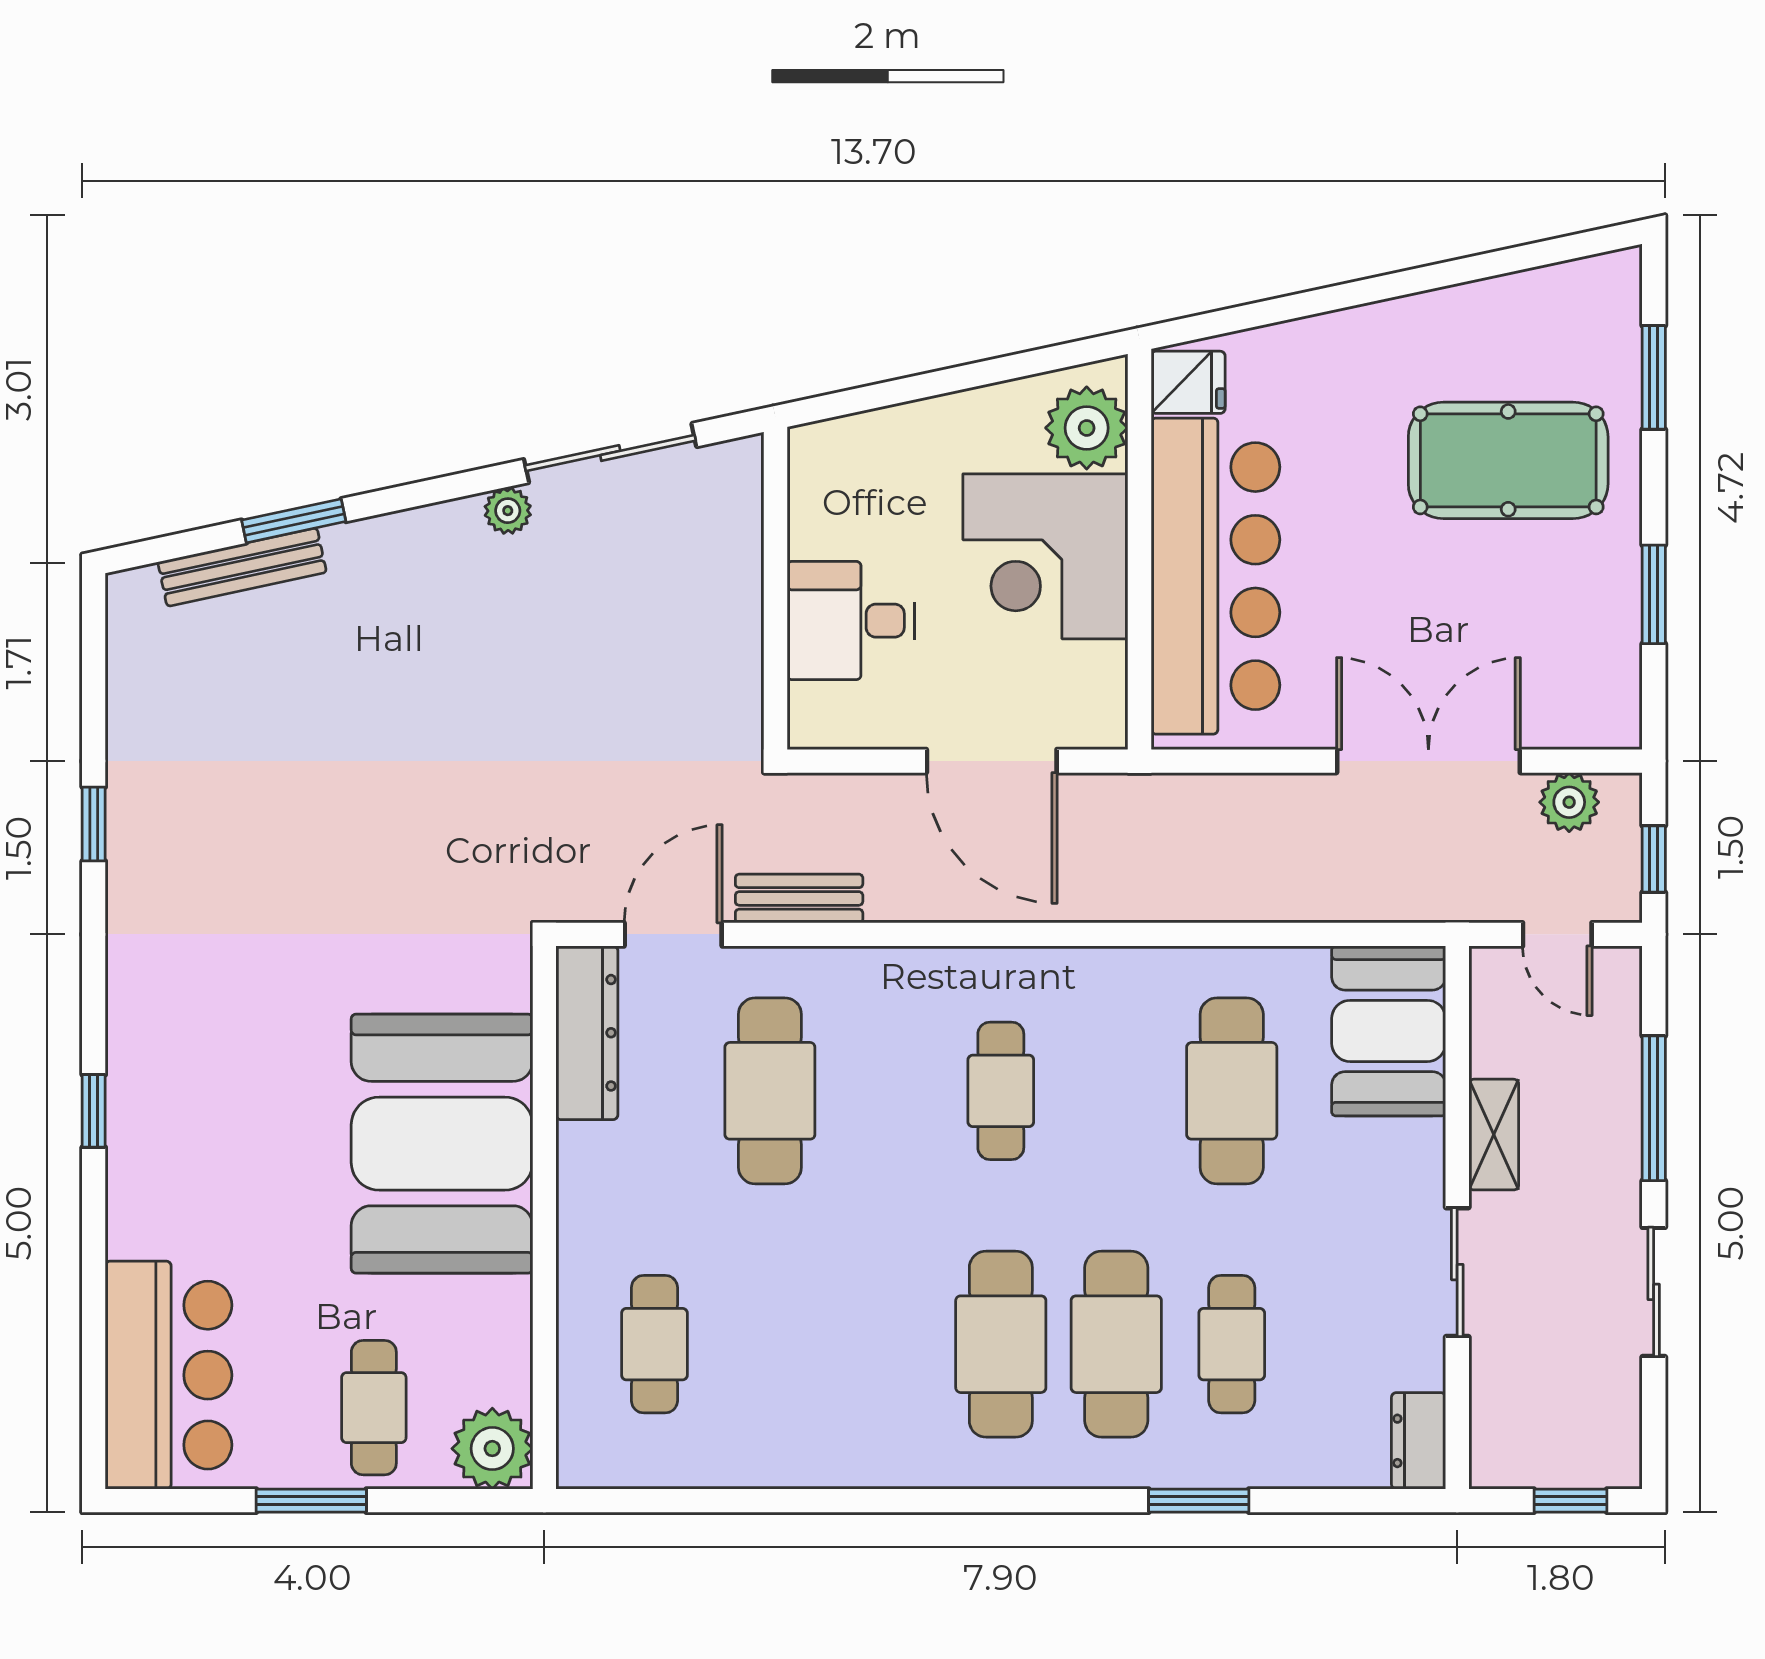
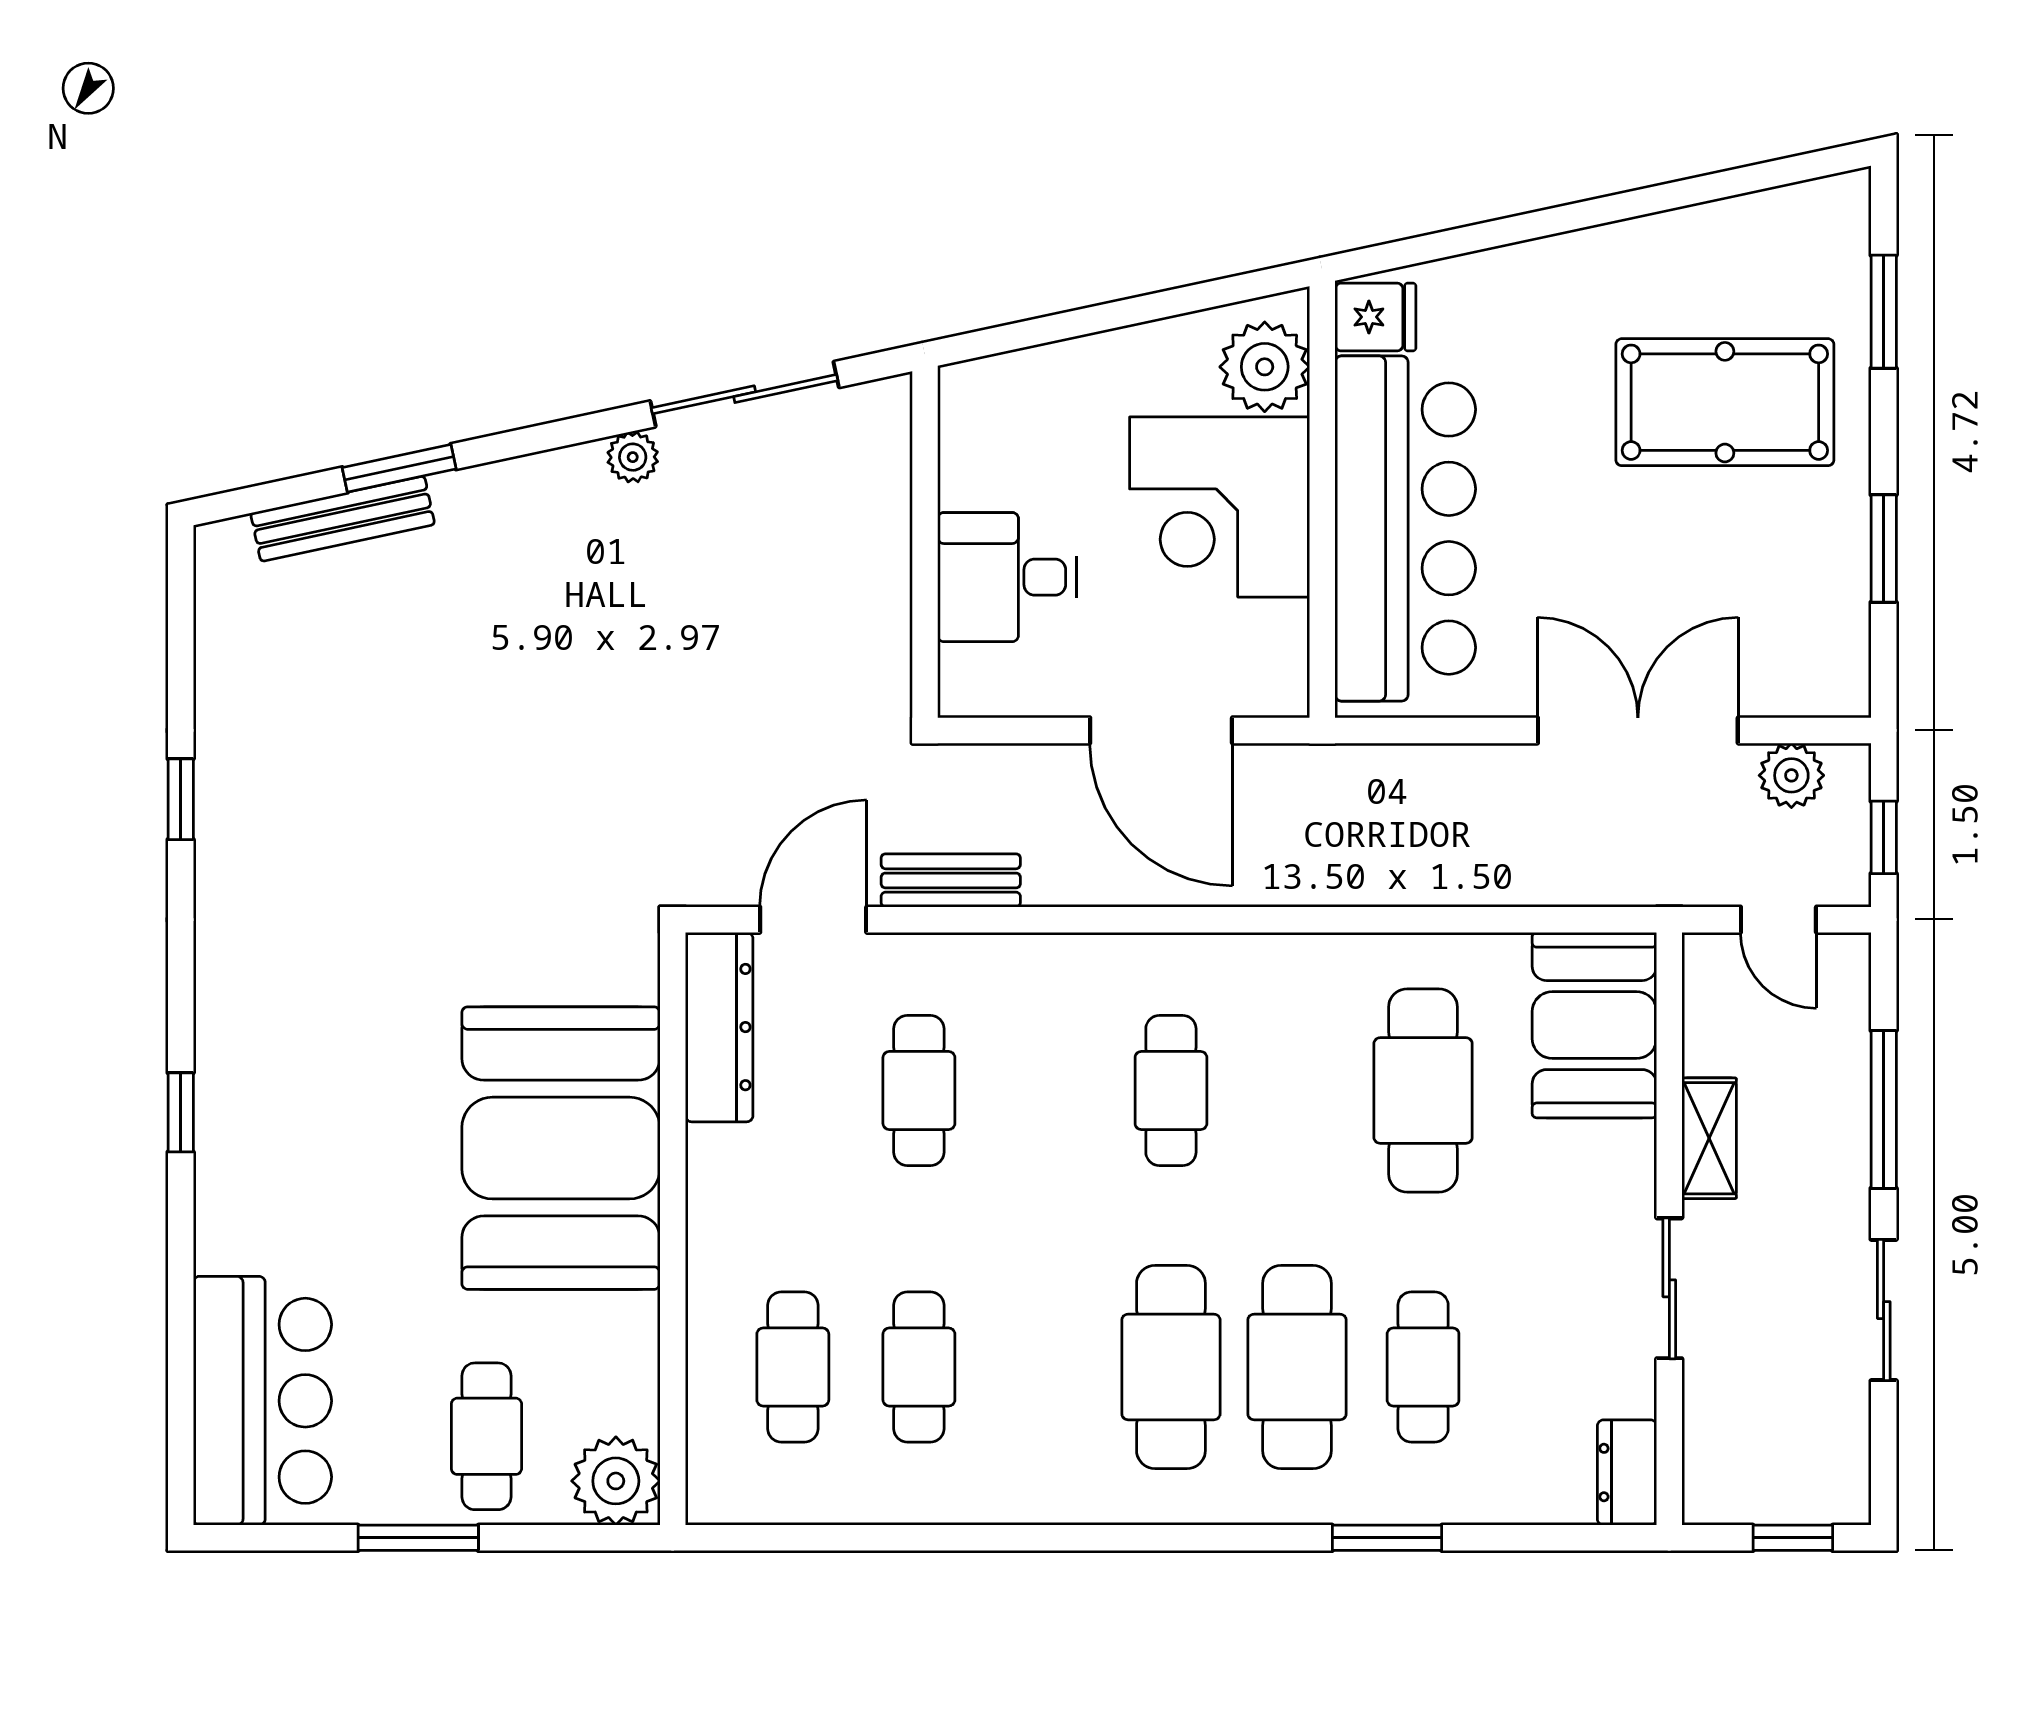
cafe table: (770, 1091) -> (919, 1090), width x0.73, depth x0.74
cafe table: (770, 1344) -> (919, 1367), added

